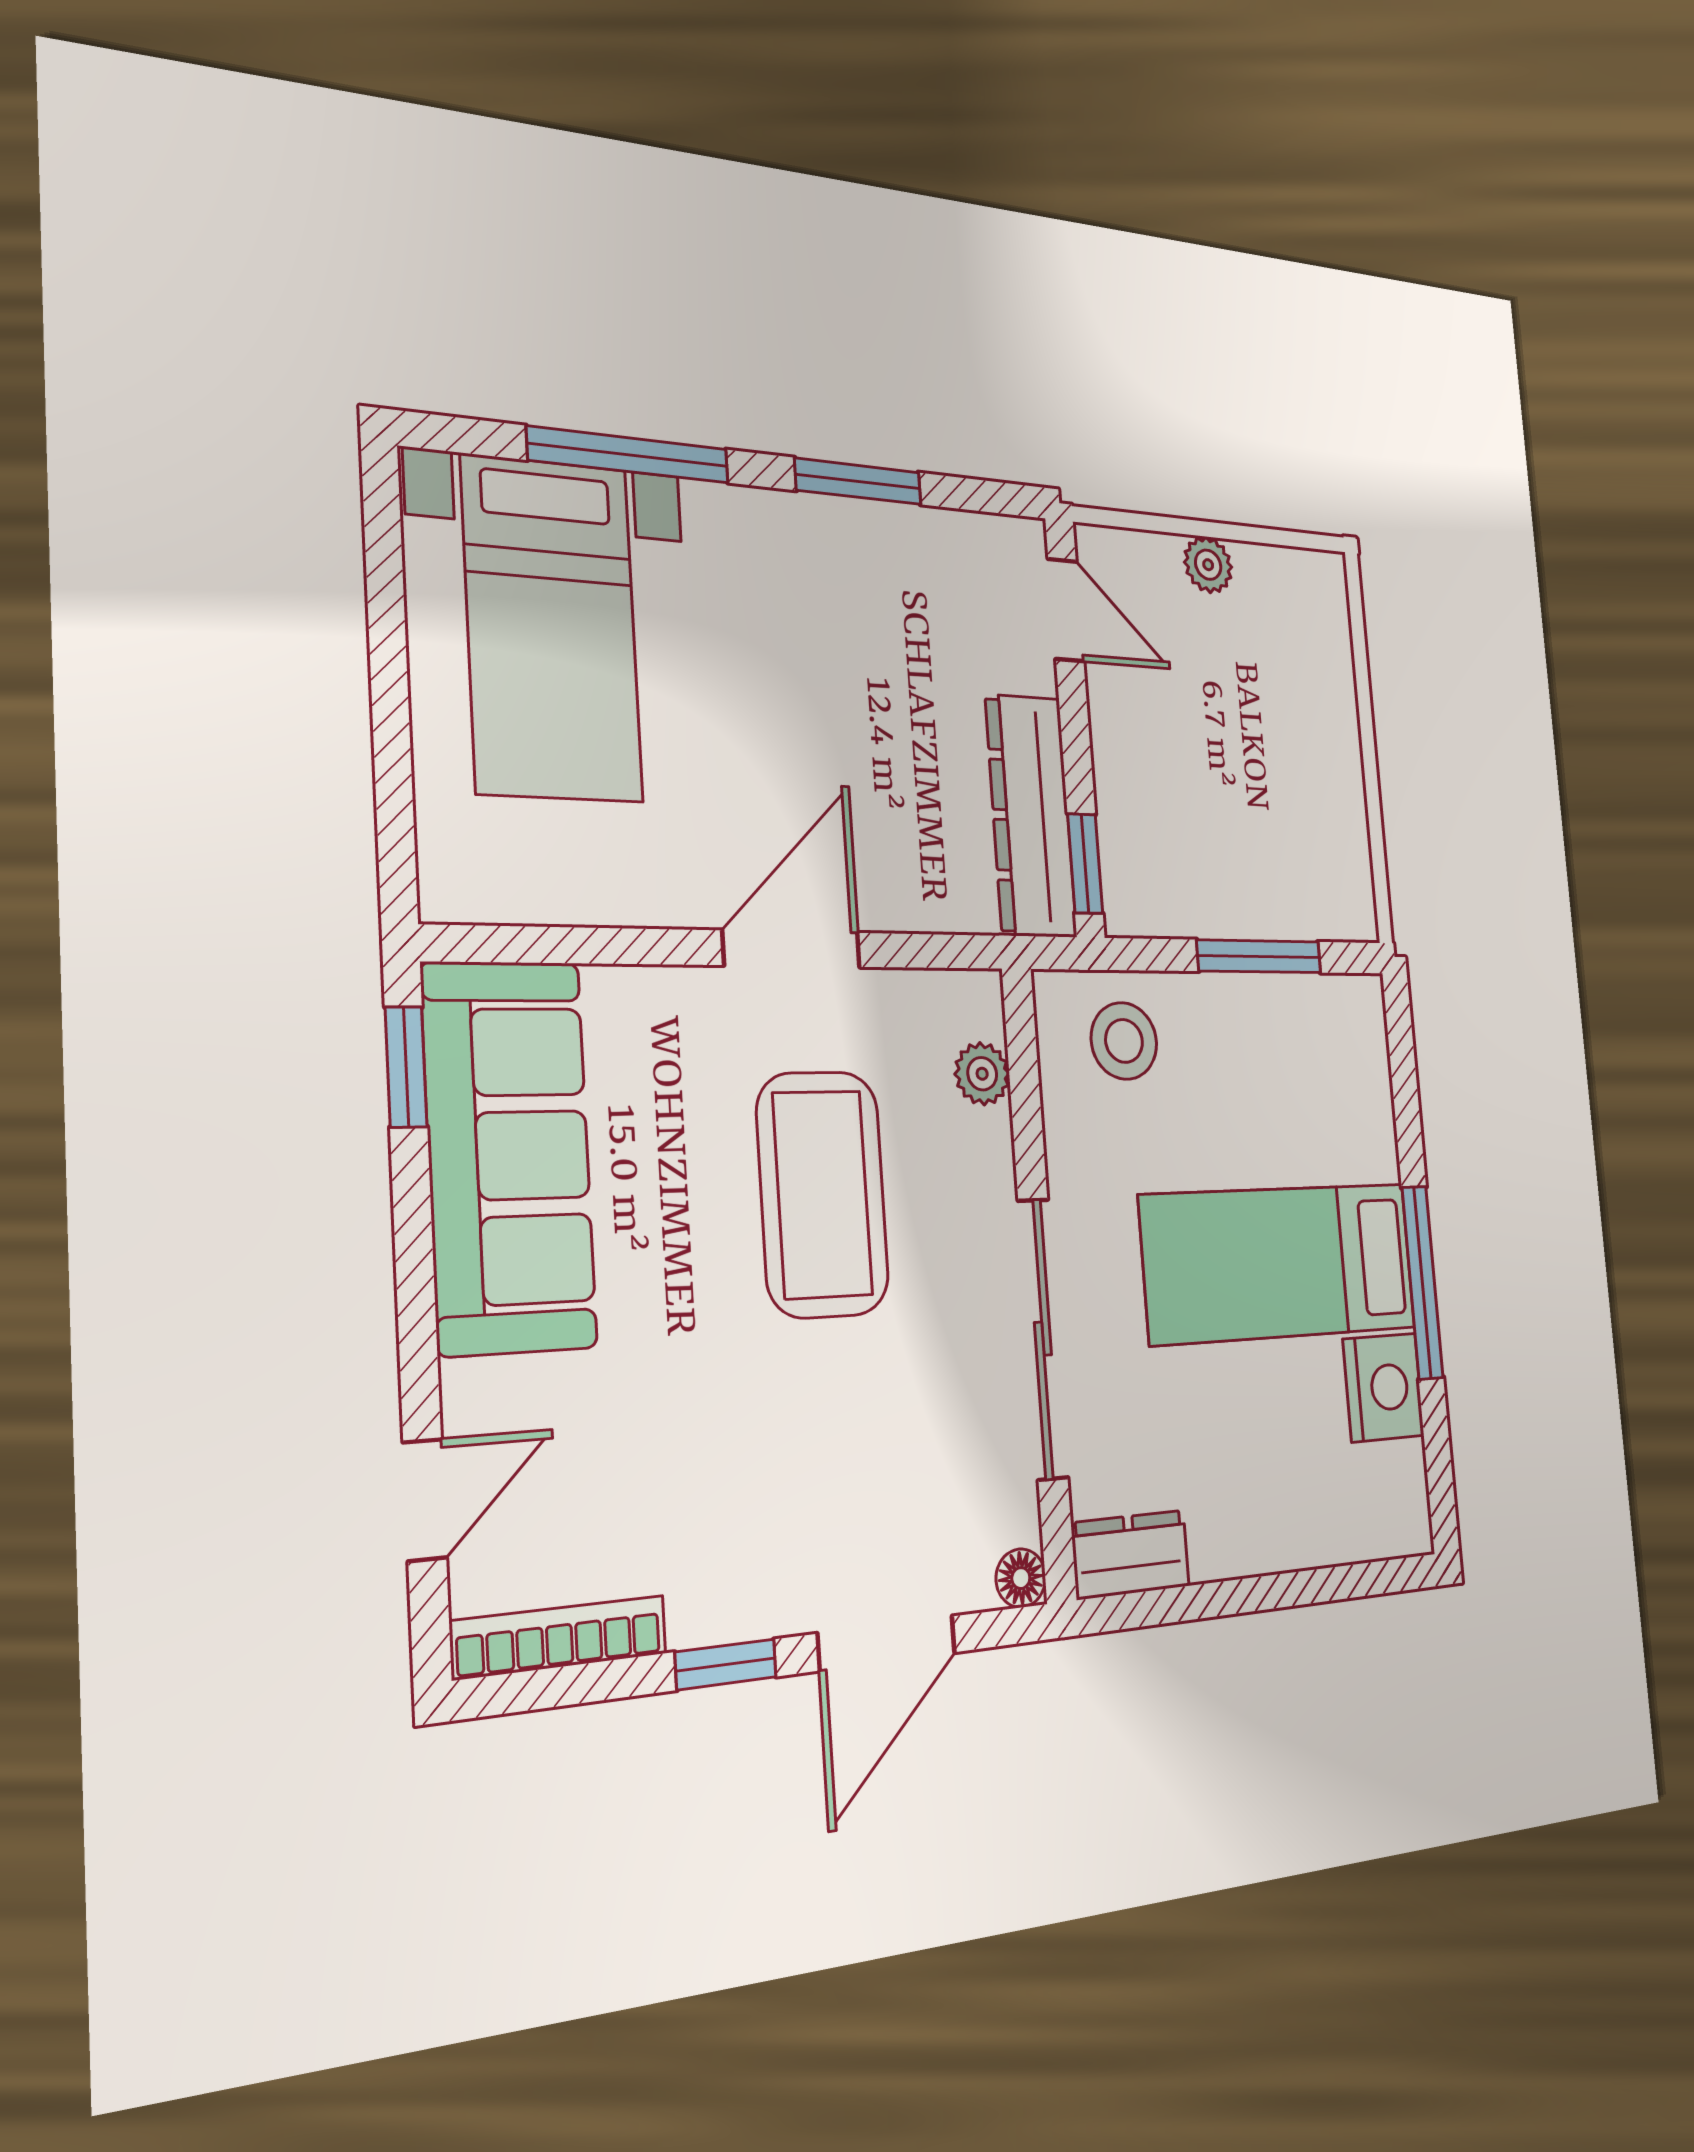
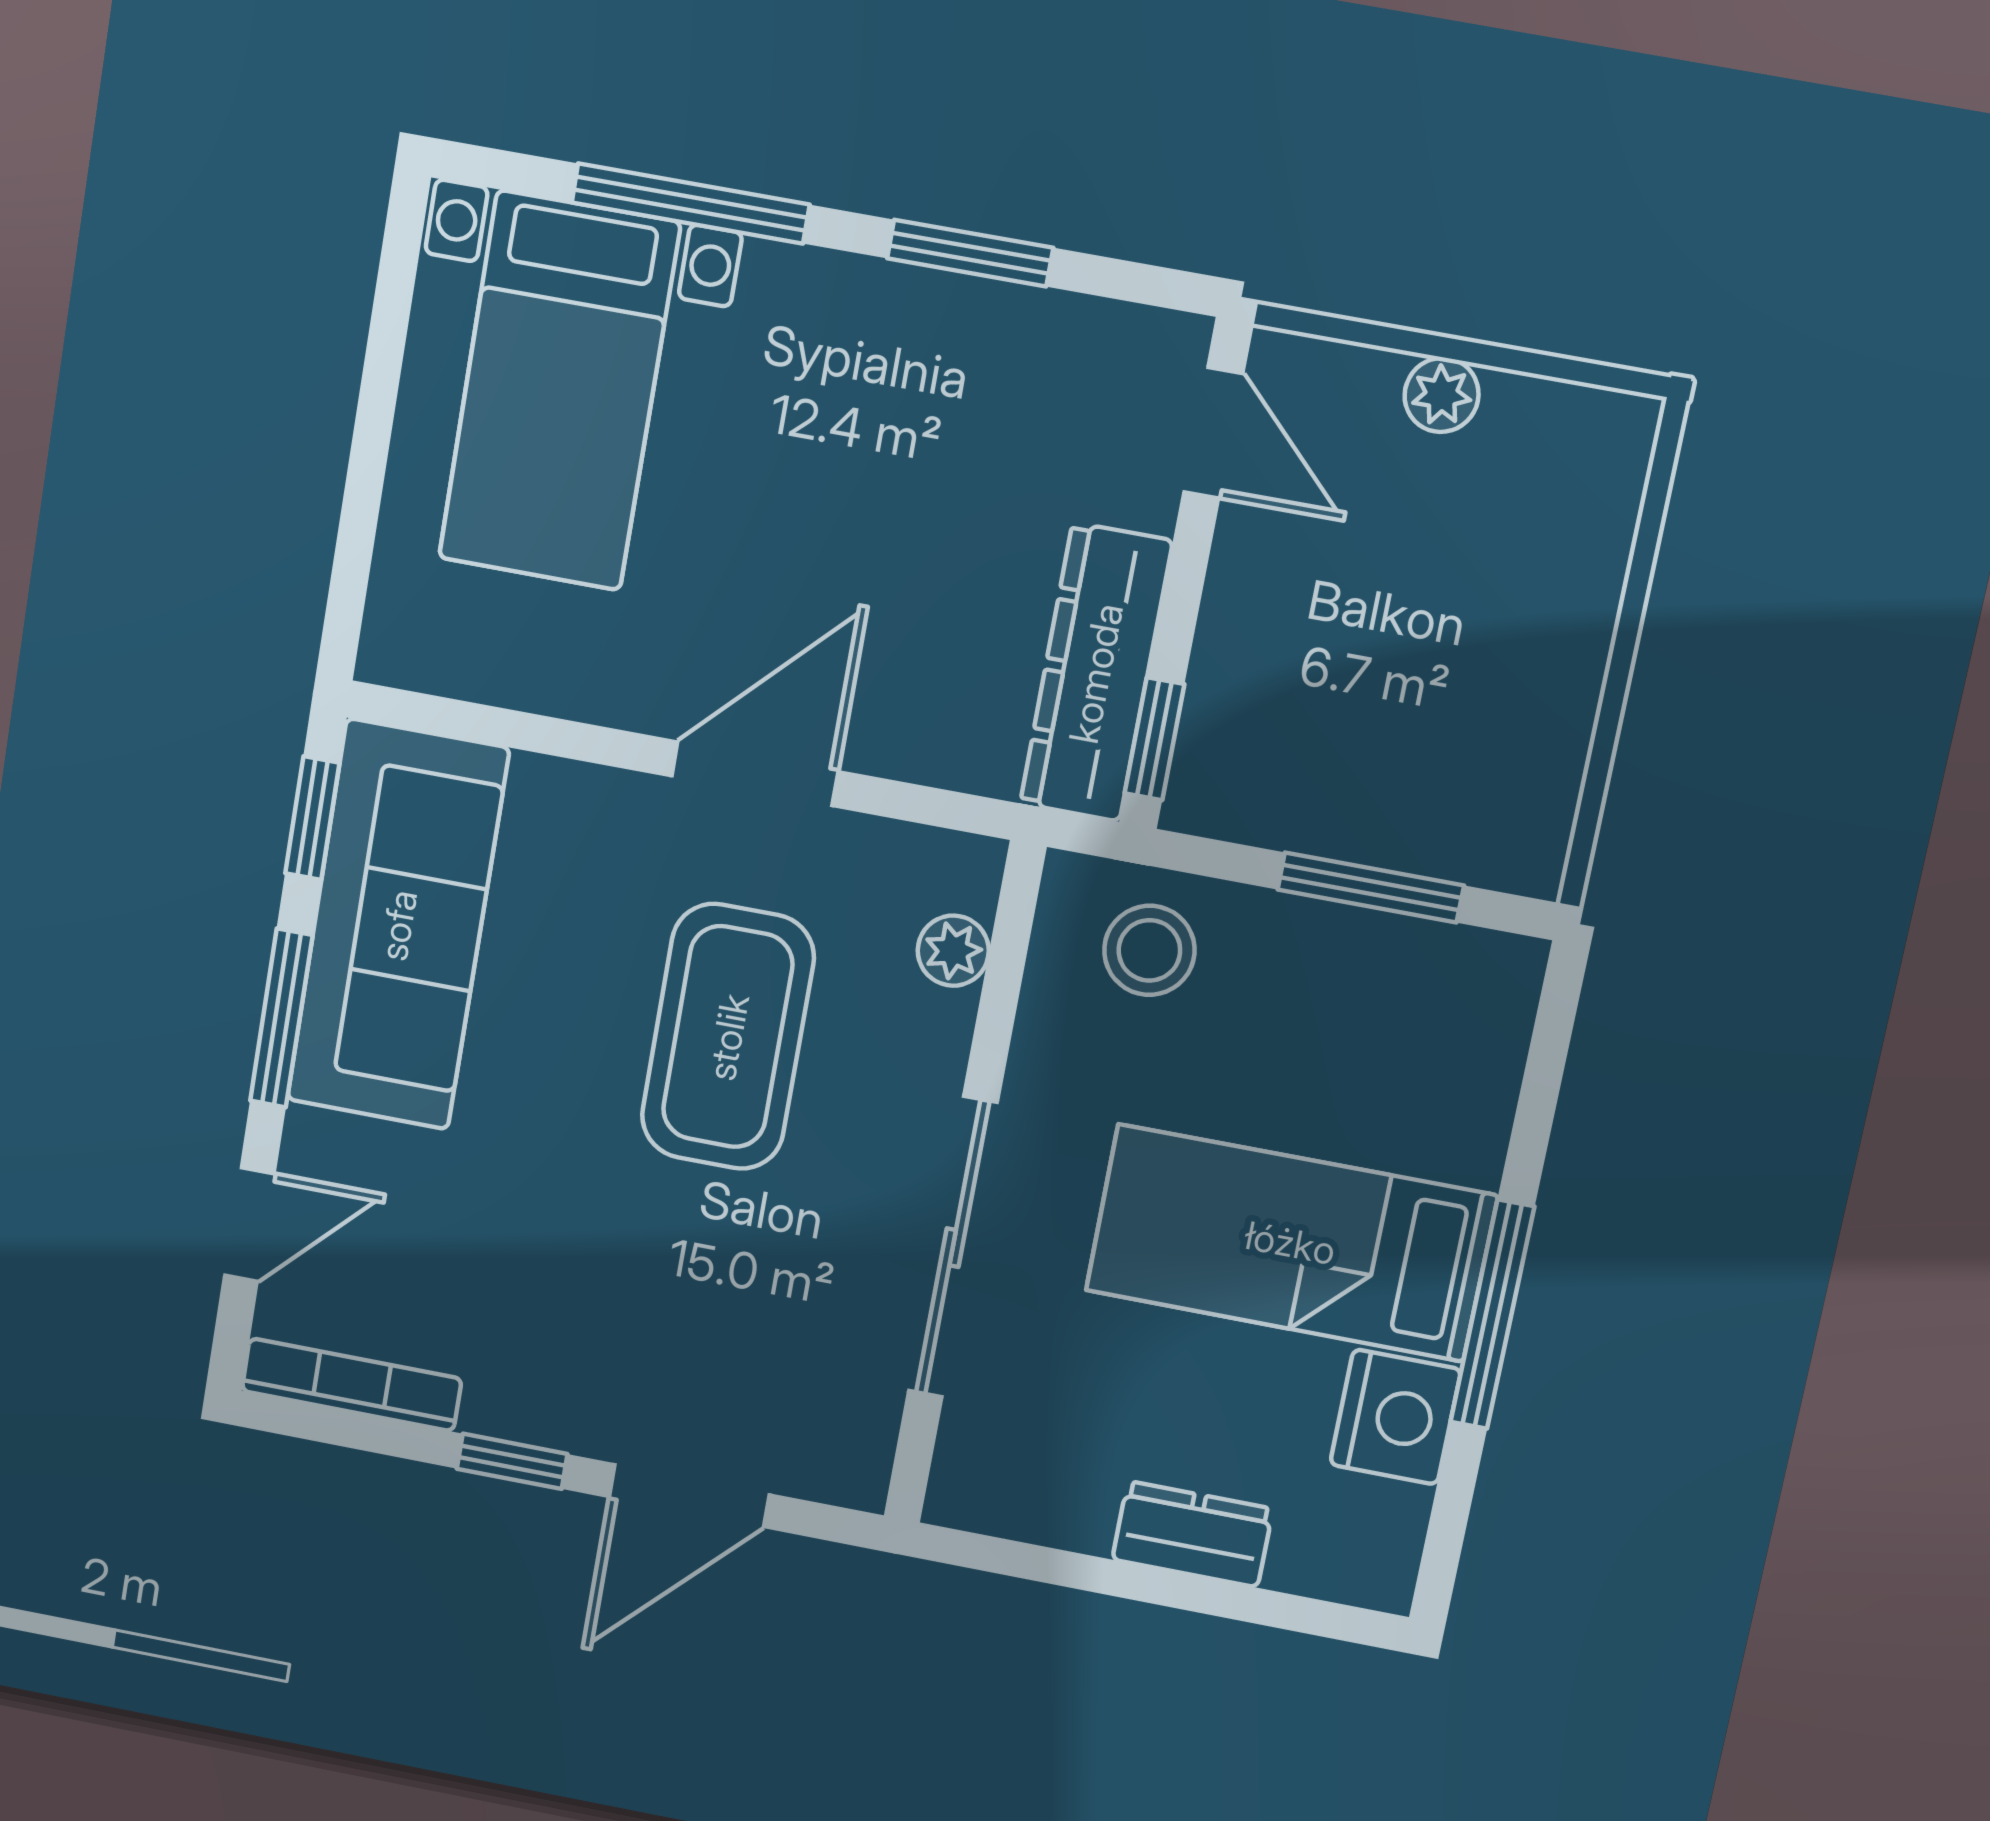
window: (415, 1276) -> (281, 1018), added
dresser: (1130, 1555) -> (1193, 1534), moved
floor lamp: (1021, 1578) -> (859, 1480), removed

